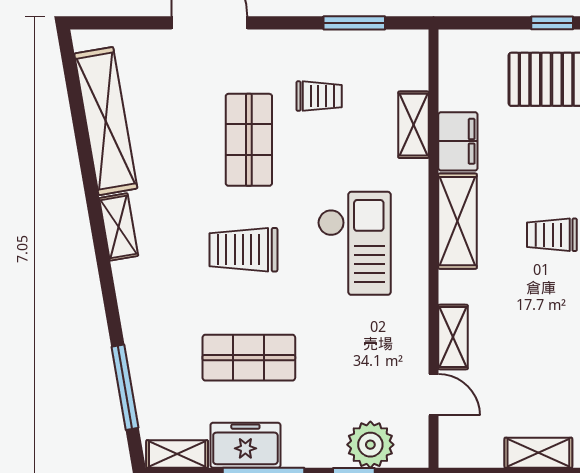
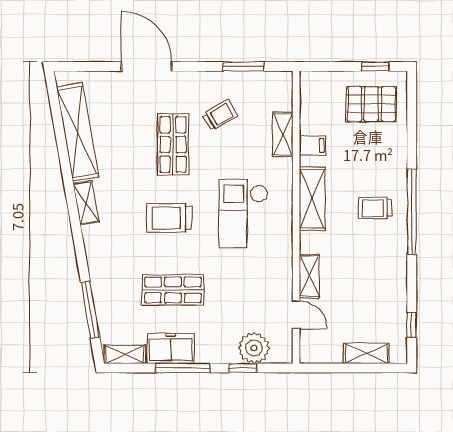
trolley: (319, 96) -> (220, 115), turned -30
filing cabinet: (458, 141) -> (313, 146), width x0.50
checkout: (354, 243) -> (243, 214), turned 180

